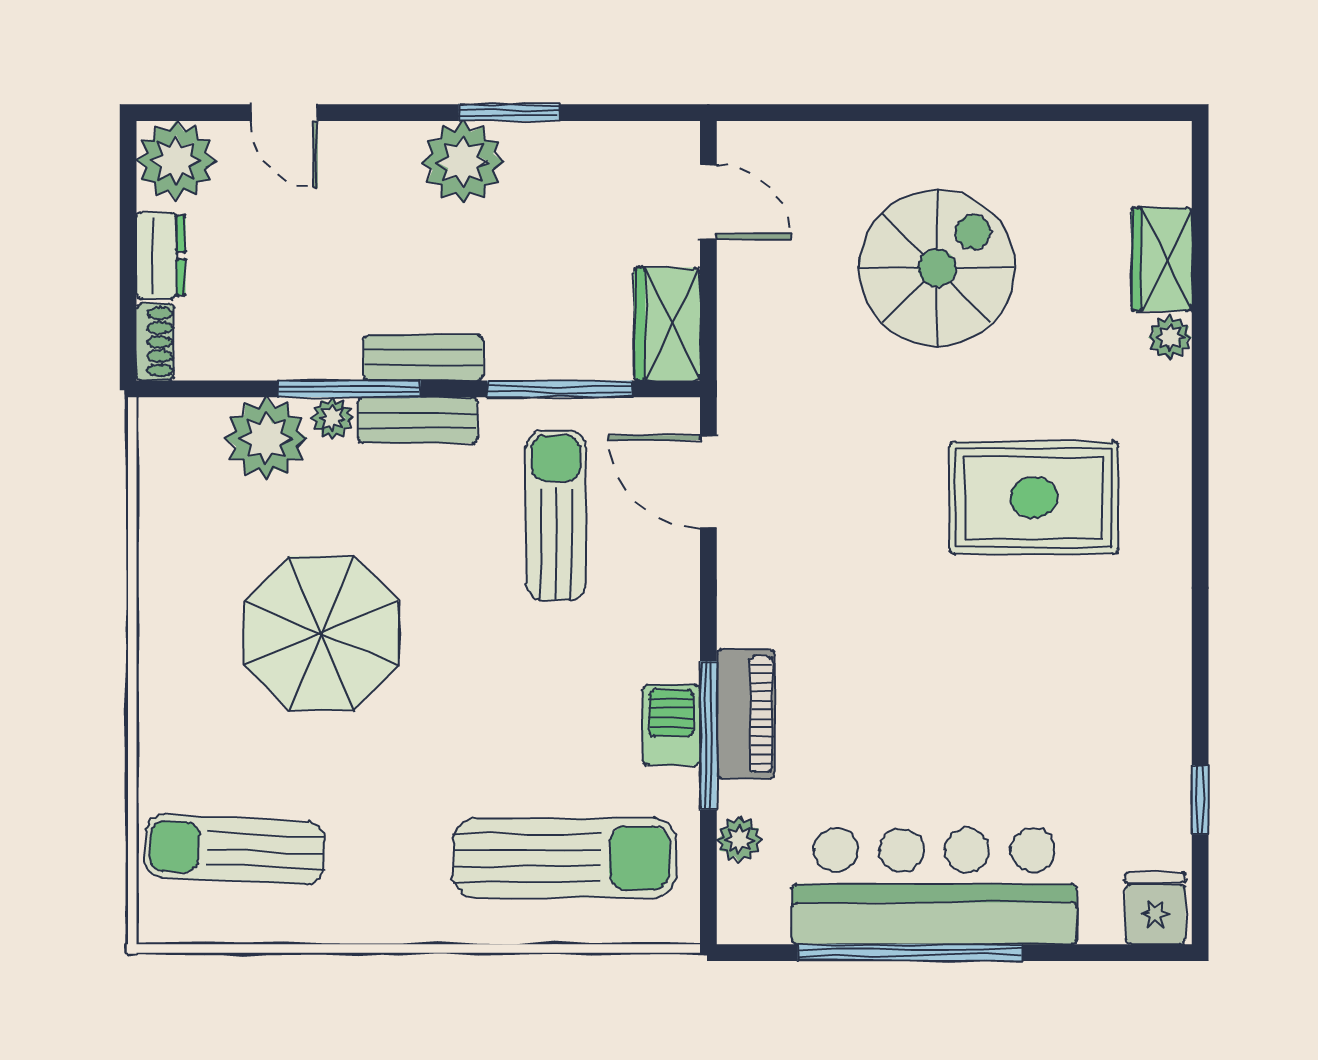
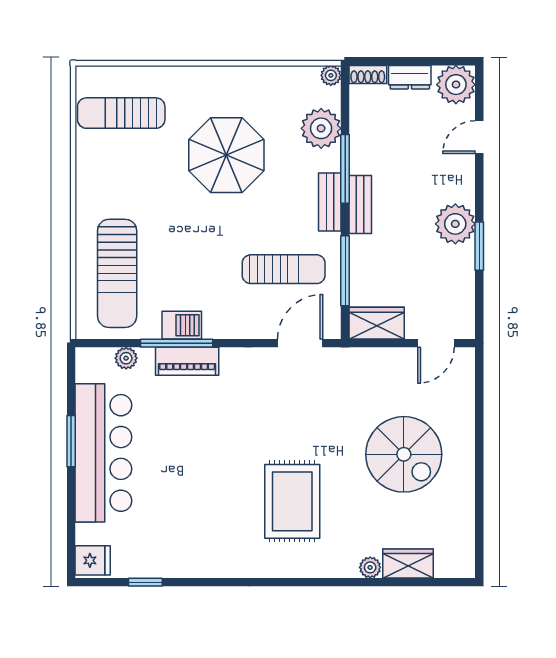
plant: (332, 418) -> (331, 75), moved
sun lounger: (235, 850) -> (121, 113), turned -93
window: (910, 953) -> (71, 441), width x0.47

